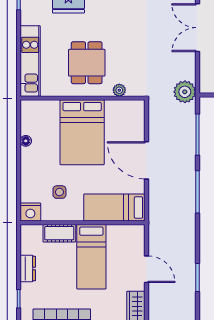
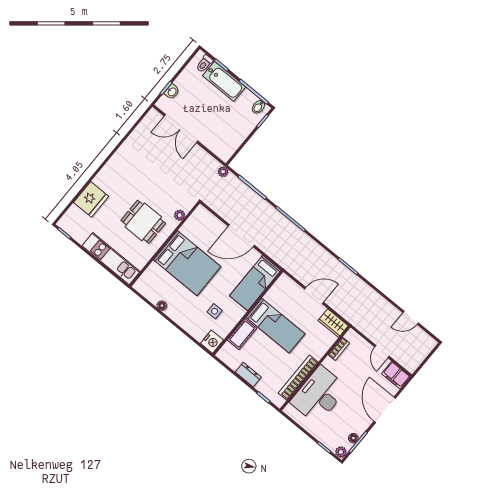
plant: (185, 92) -> (223, 172), width x0.53, depth x0.53

